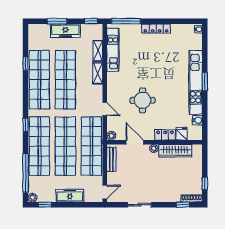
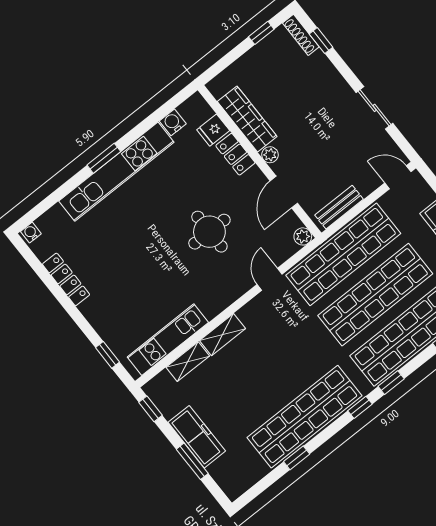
window: (126, 21) -> (108, 355), width x0.46
locker: (156, 28) -> (66, 279), moved
shop shelf: (65, 80) -> (273, 376), removed
window: (26, 105) -> (360, 407), added

